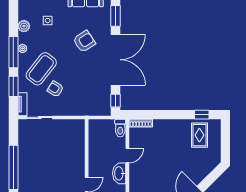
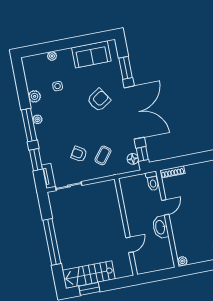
coffee table: (41, 69) -> (103, 155), moved, width x0.54, depth x0.58
floor lamp: (106, 104) -> (133, 159), added

